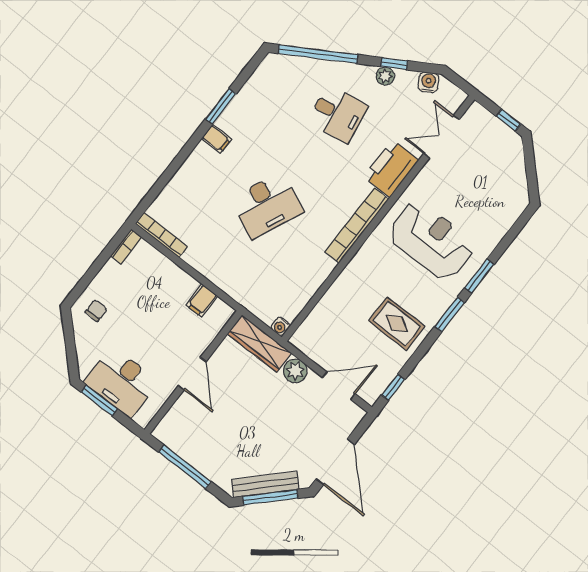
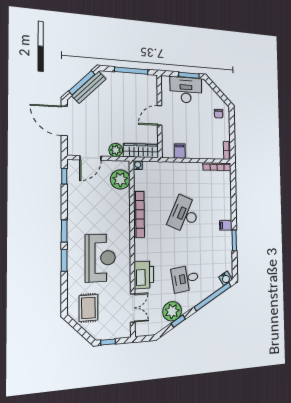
plant: (385, 76) -> (172, 311), width x1.88, depth x1.88
water cooler: (428, 82) -> (226, 278), moved
bookcase: (357, 225) -> (139, 214), moved
reception desk: (431, 240) -> (100, 258), turned -90
rug: (397, 324) -> (88, 308), moved, turned 90
plant: (321, 325) -> (120, 179), added
door: (192, 374) -> (160, 115), hinge flipped

